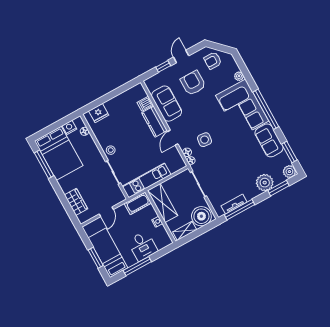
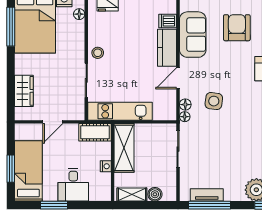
boiler: (201, 216) -> (155, 194), width x0.54, depth x0.54
window: (137, 266) -> (54, 205), width x0.69

